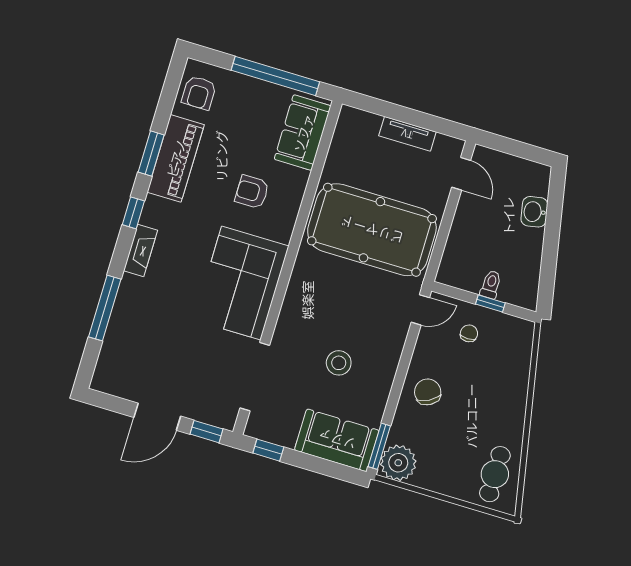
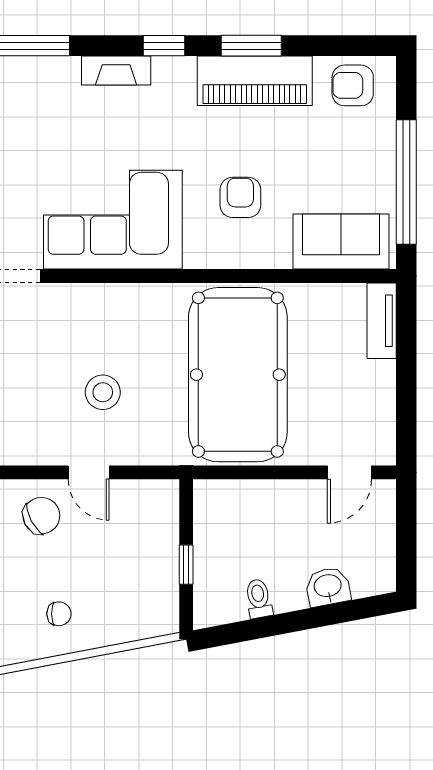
tv unit: (407, 134) -> (382, 321), moved
toilet: (491, 285) -> (259, 599), moved, turned -101
door: (420, 310) -> (89, 472), moved
chair: (469, 333) -> (59, 614), moved
stool: (339, 363) -> (103, 392), moved

